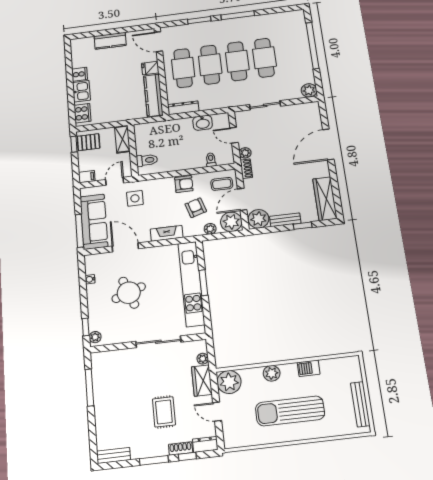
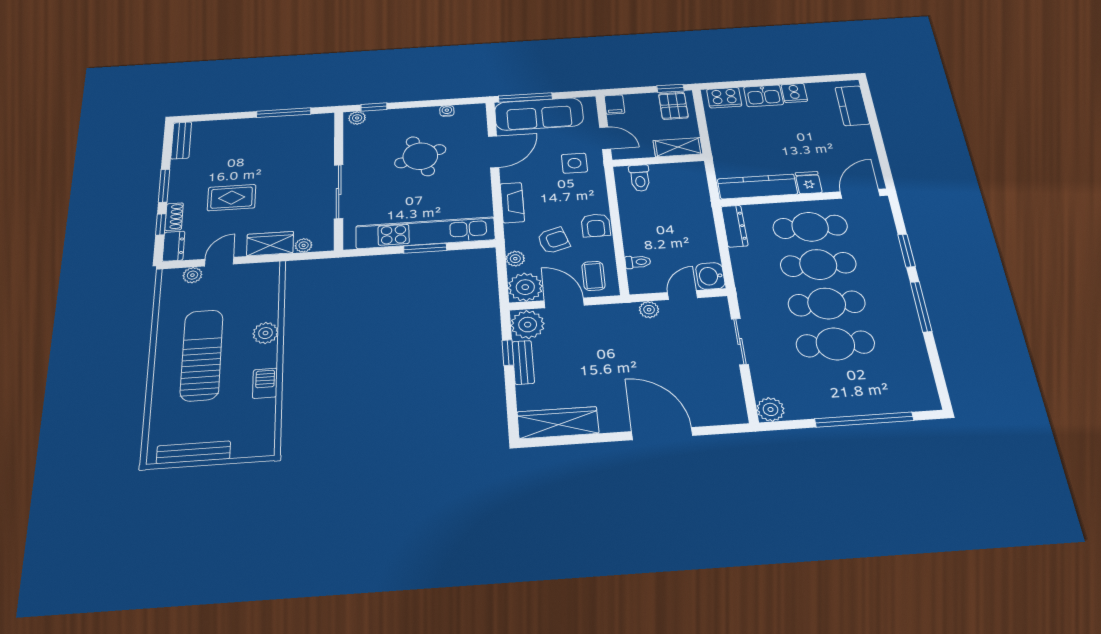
kitchen counter: (110, 41) -> (852, 106), moved
washbasin: (203, 123) -> (710, 276), moved
shoe rack: (246, 169) -> (620, 310), removed
window: (303, 226) -> (508, 353), moved
plant: (229, 382) -> (192, 275), moved, width x0.53, depth x0.53

